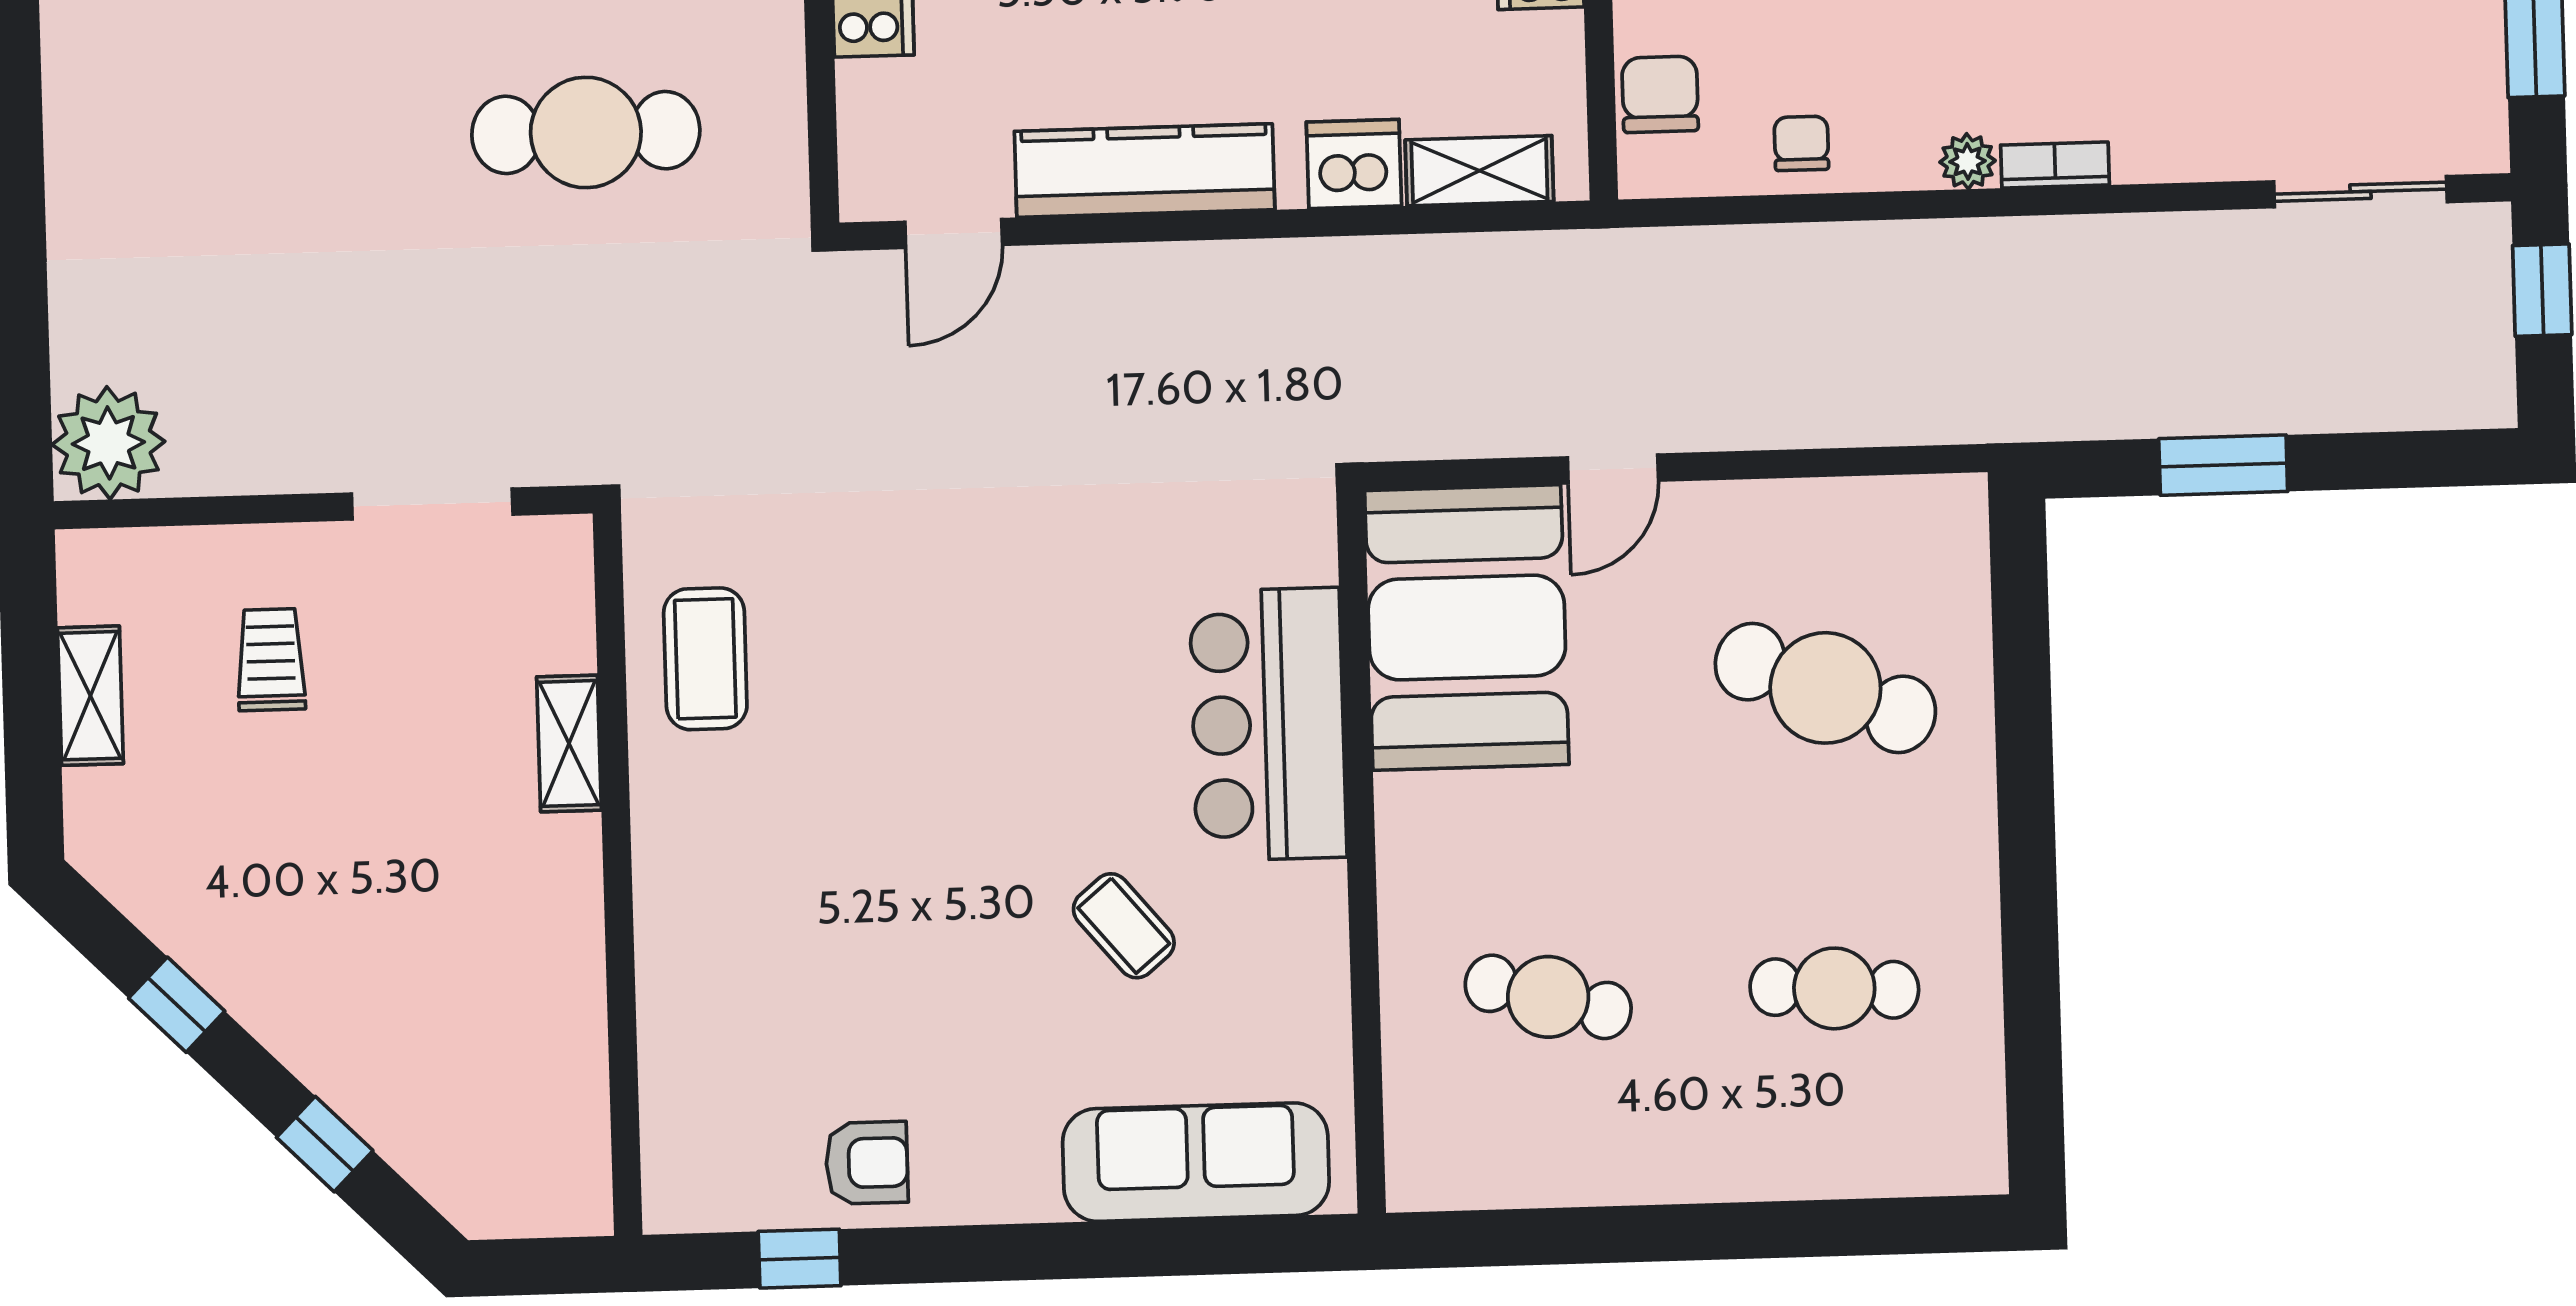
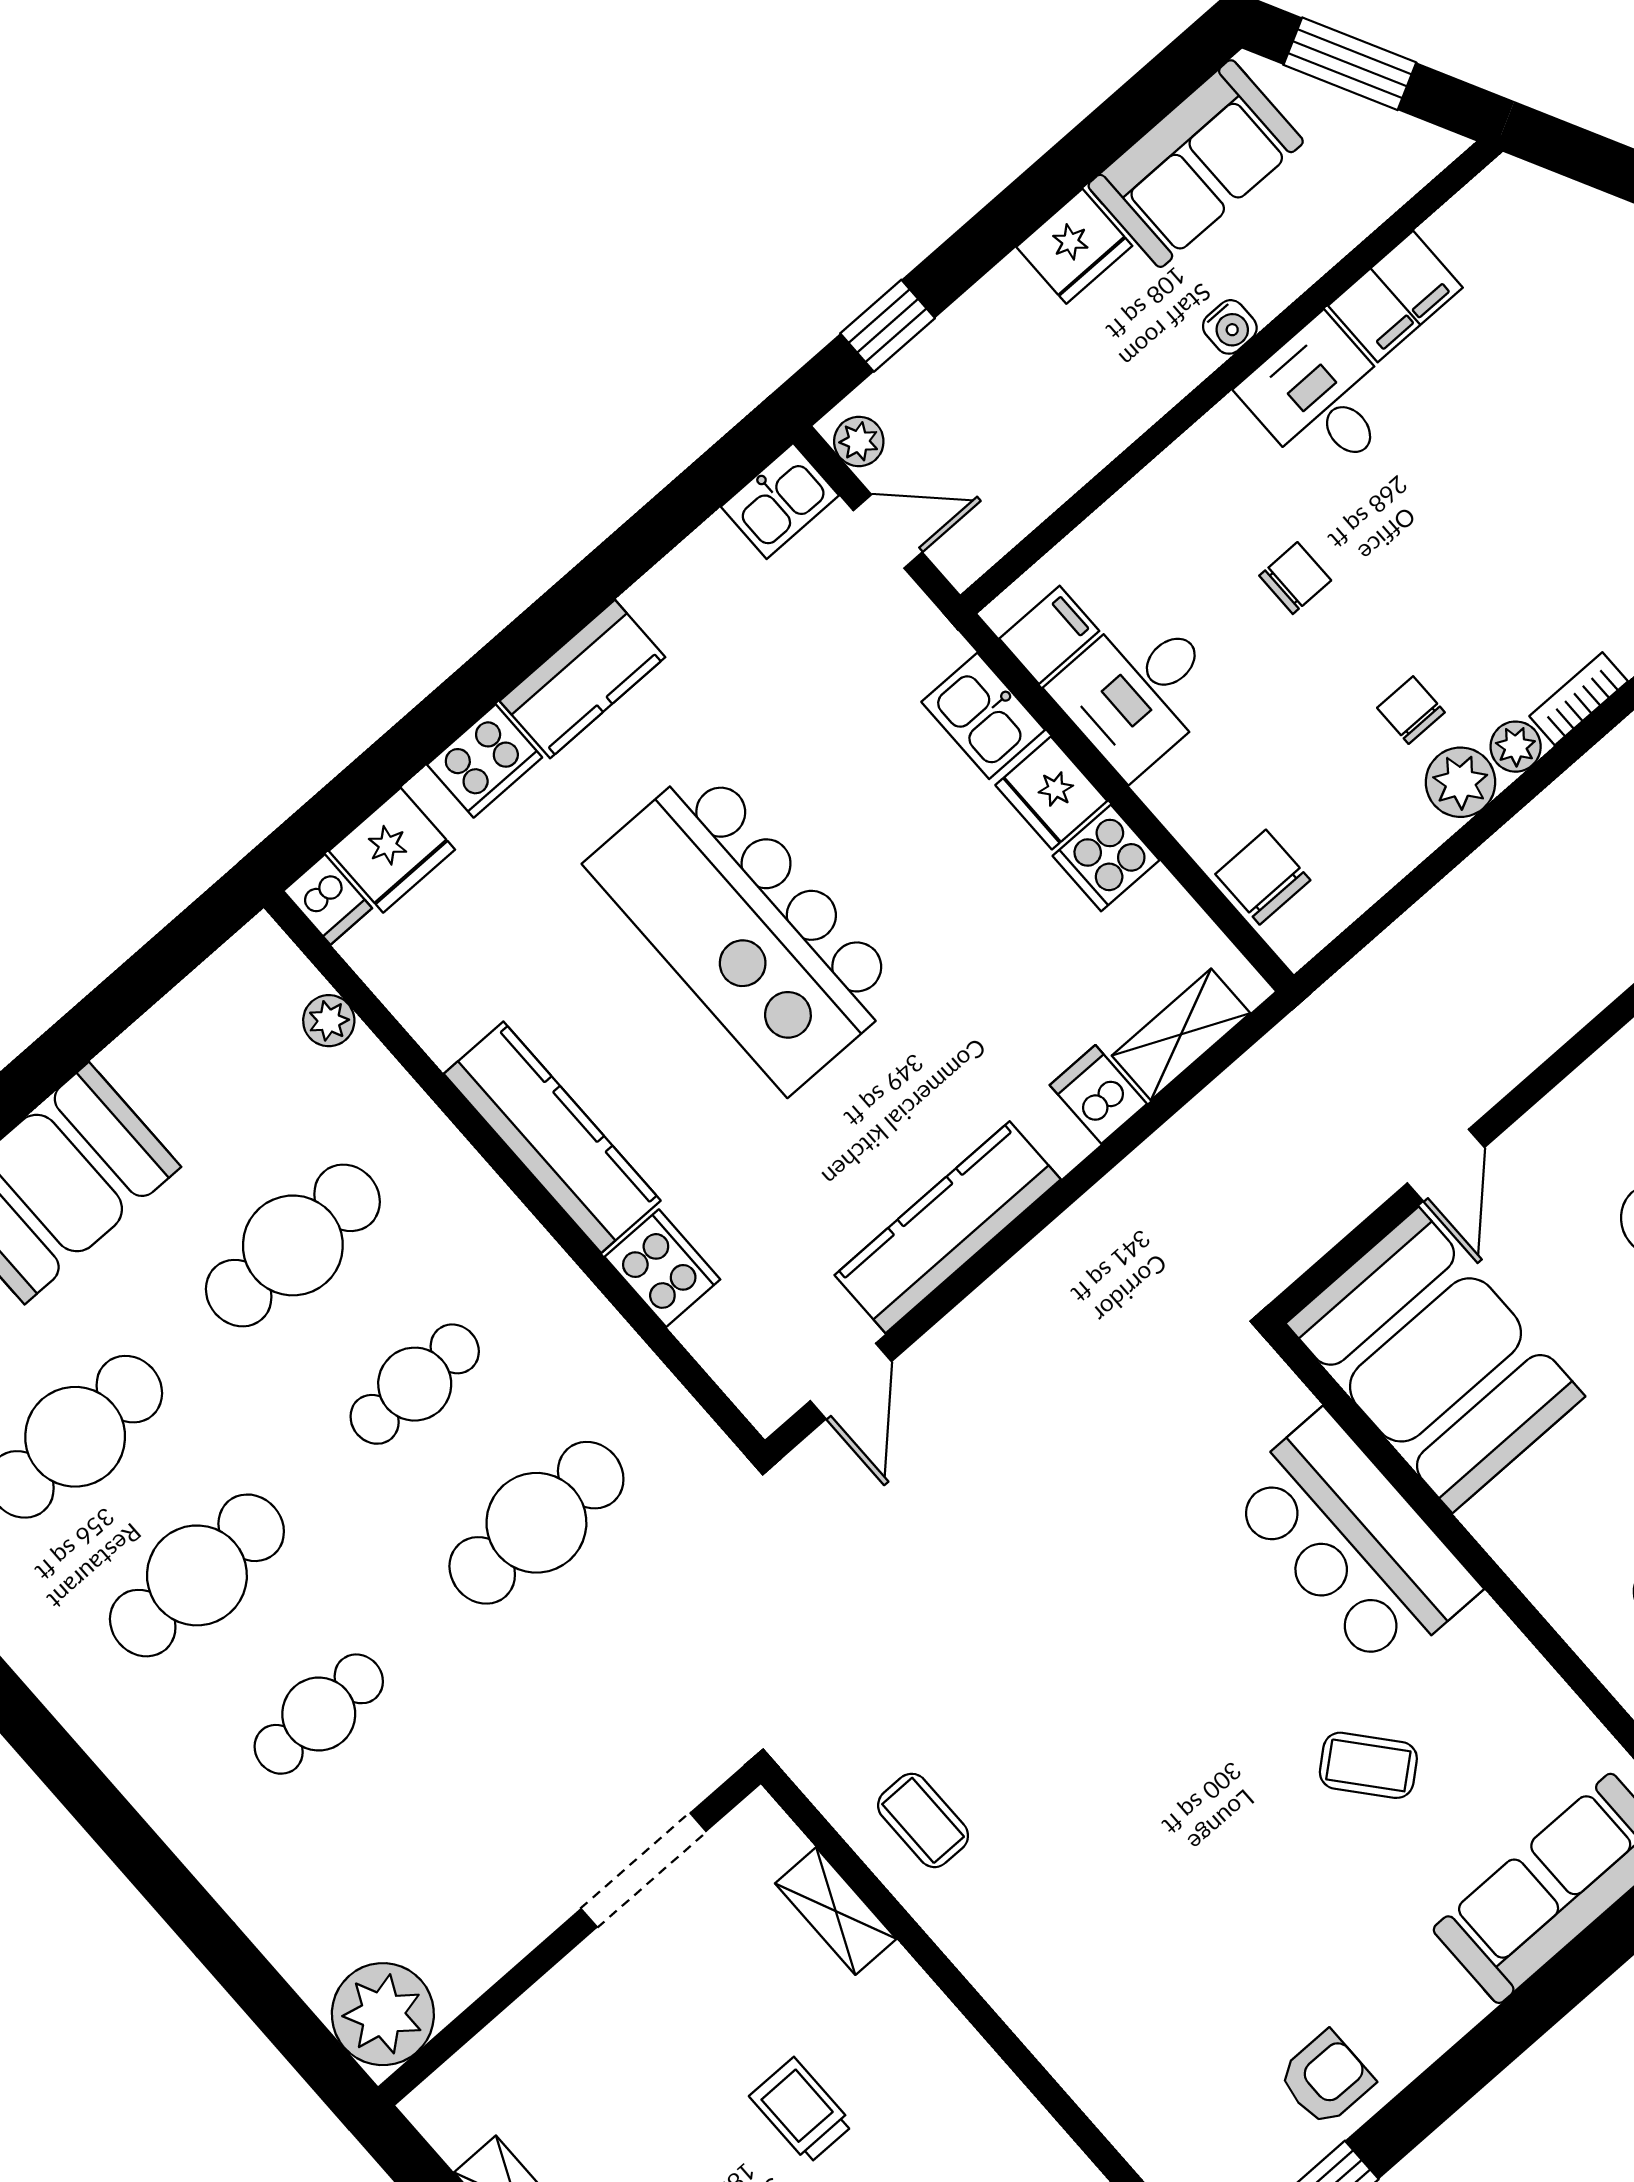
cafe table: (265, 142) -> (319, 1714), added
chair: (1801, 143) -> (1411, 710), moved
plant: (1895, 153) -> (1460, 782), added
dishwasher: (1354, 164) -> (1098, 1094), width x0.73
coffee table: (705, 659) -> (923, 1820), width x0.73, depth x0.77
trolley: (271, 660) -> (801, 2110), moved
shelving: (569, 743) -> (836, 1911), moved

